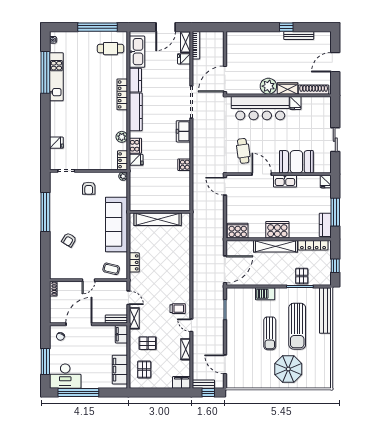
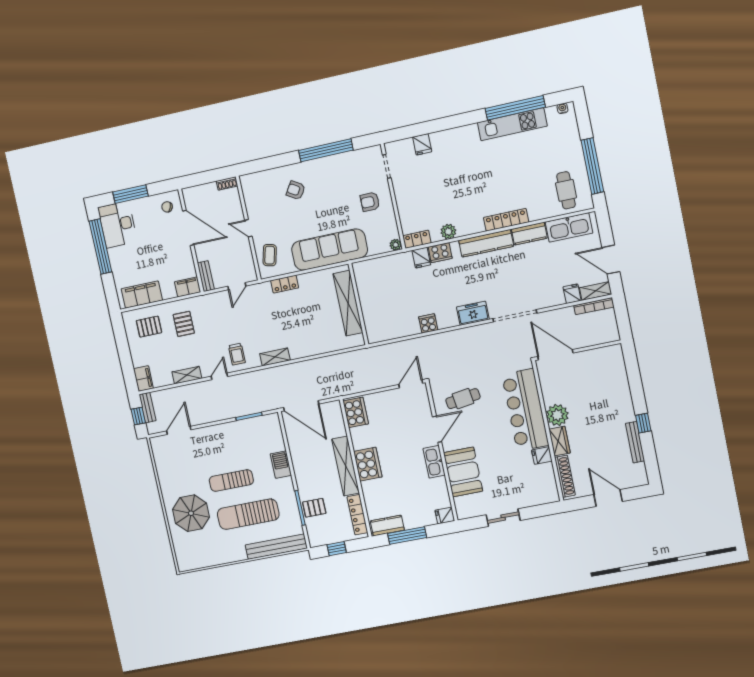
shelving: (134, 318) -> (275, 357), moved

